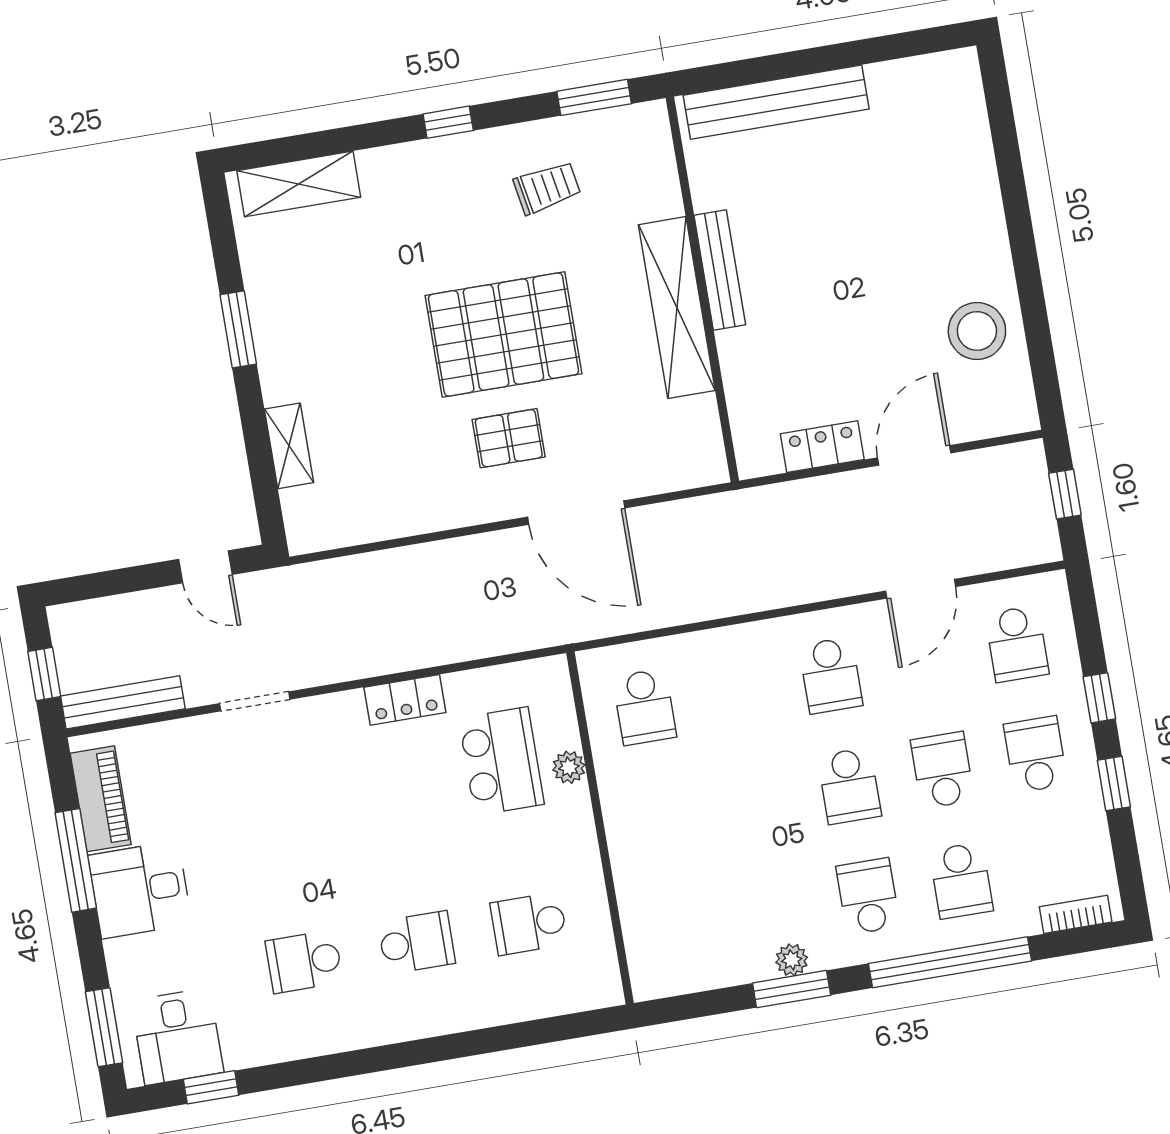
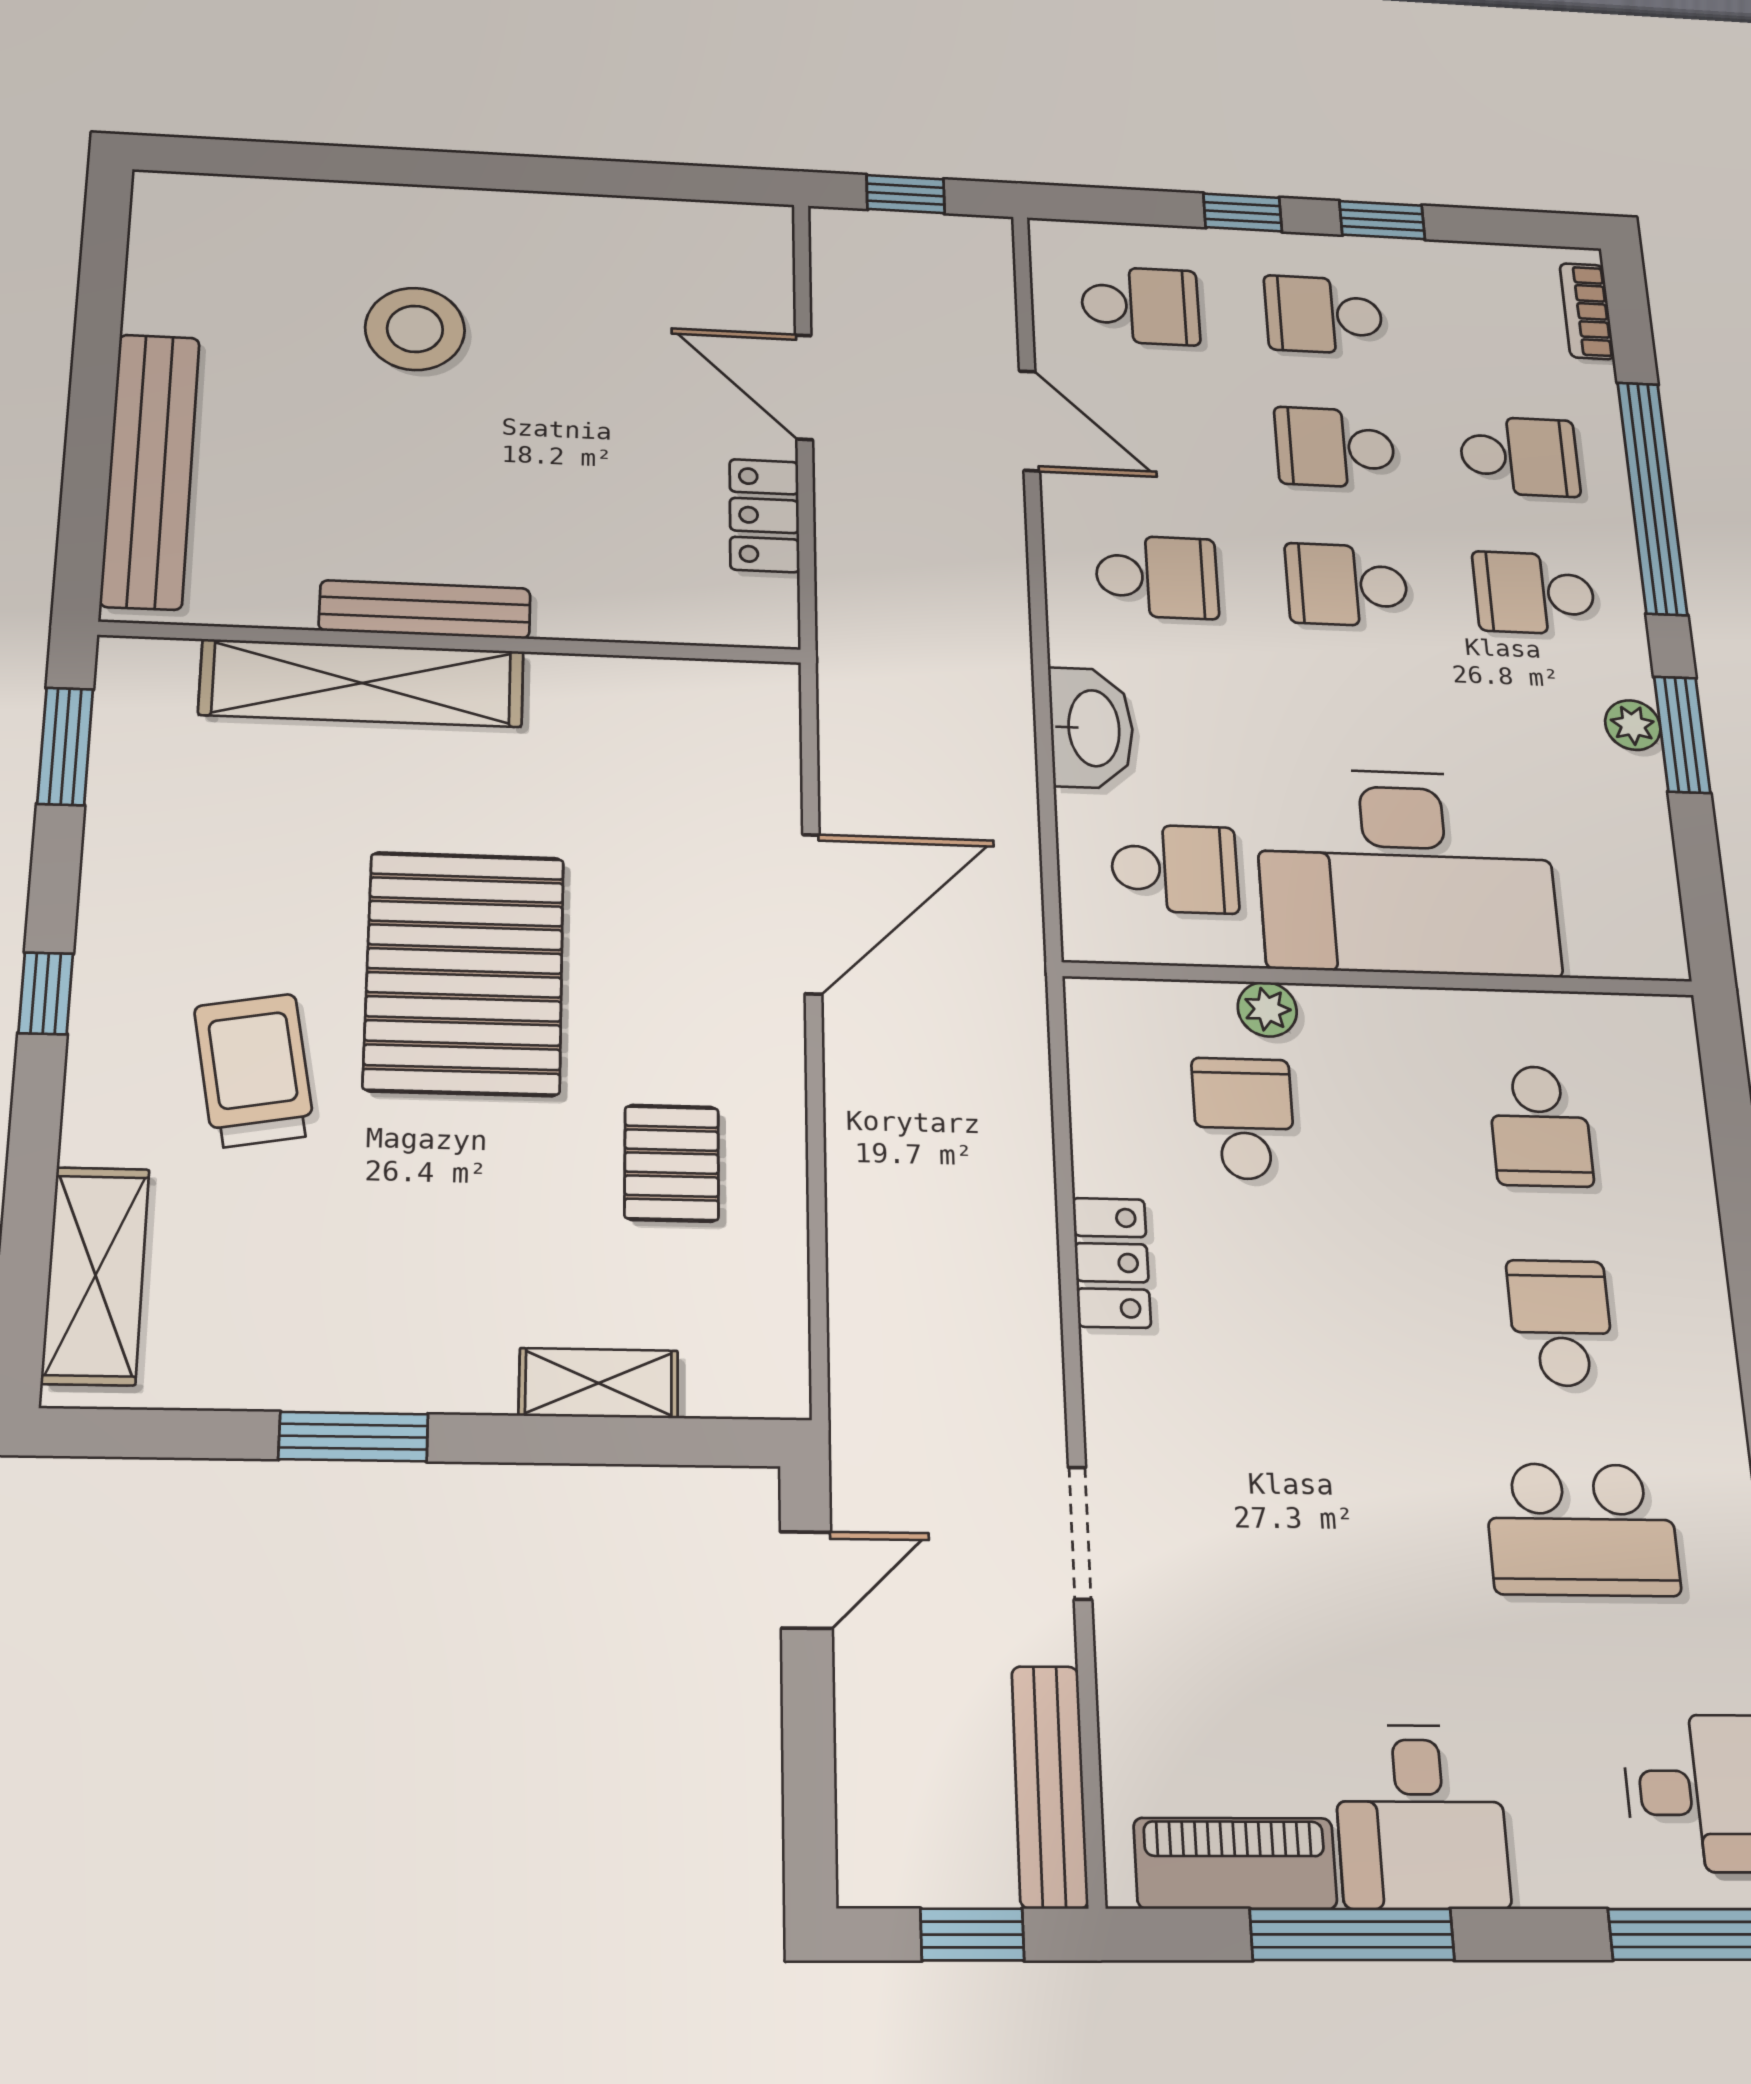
trolley: (547, 188) -> (254, 1070), moved, width x1.36, depth x1.39
shelving: (677, 308) -> (362, 683), moved
stool: (977, 331) -> (415, 329), moved
pallet: (509, 438) -> (672, 1163), moved
washbasin: (724, 650) -> (1091, 728), added
school desk: (501, 761) -> (1244, 1118), width x0.54
school desk: (849, 786) -> (1347, 585), turned 180
desk: (670, 837) -> (1406, 872), added
school desk: (304, 962) -> (1582, 1529), width x1.85

